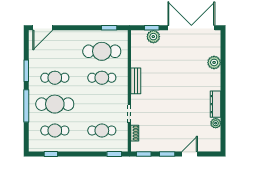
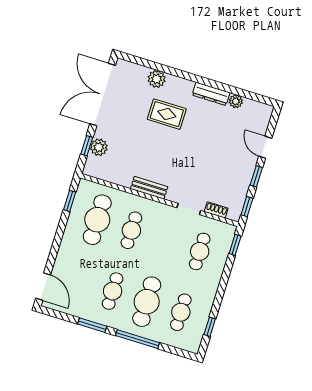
rug: (192, 77) -> (167, 114), added

